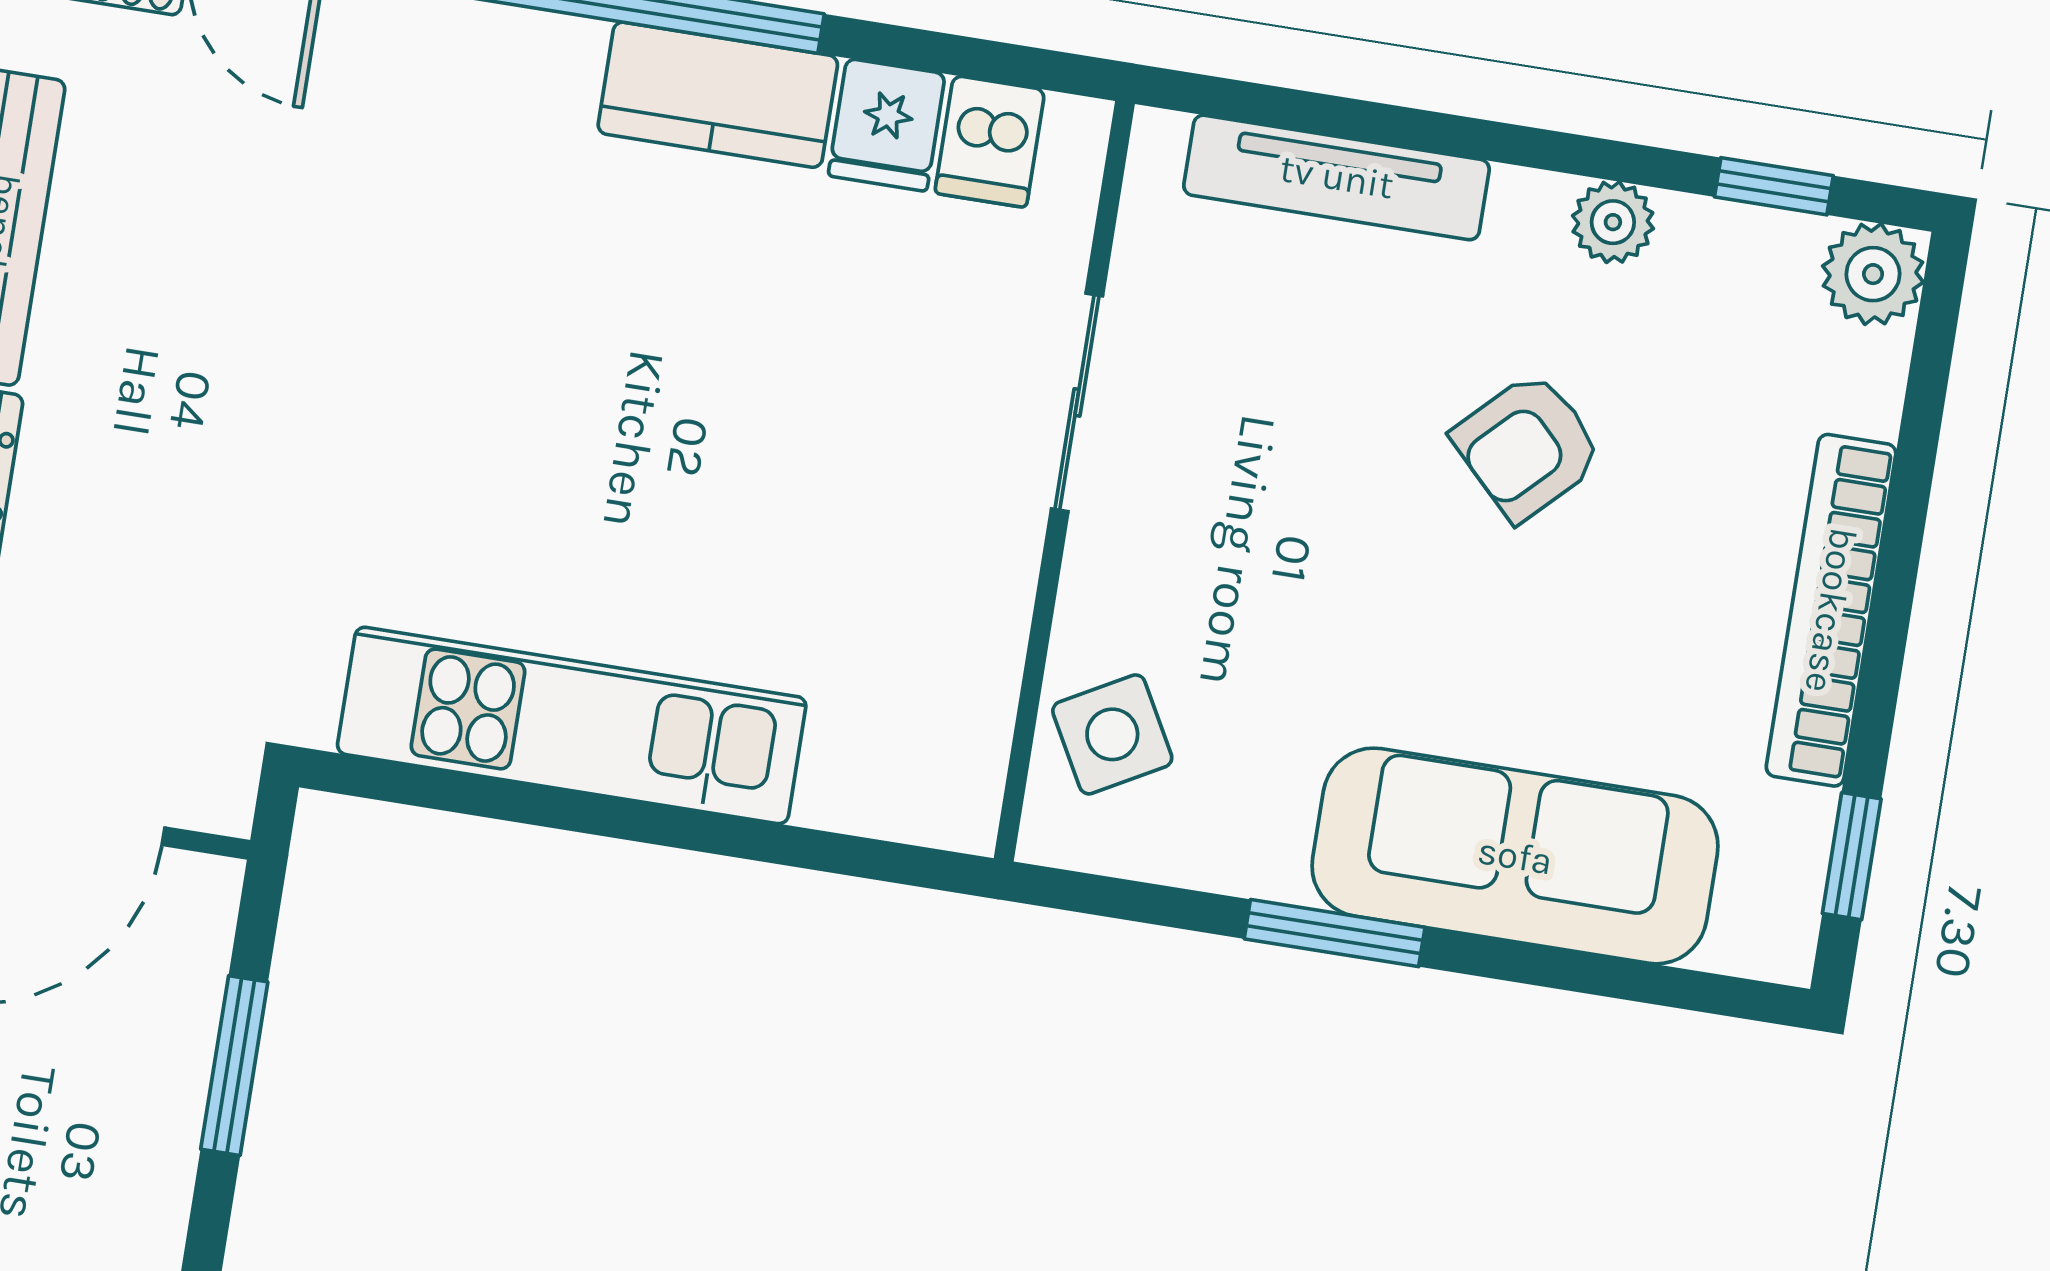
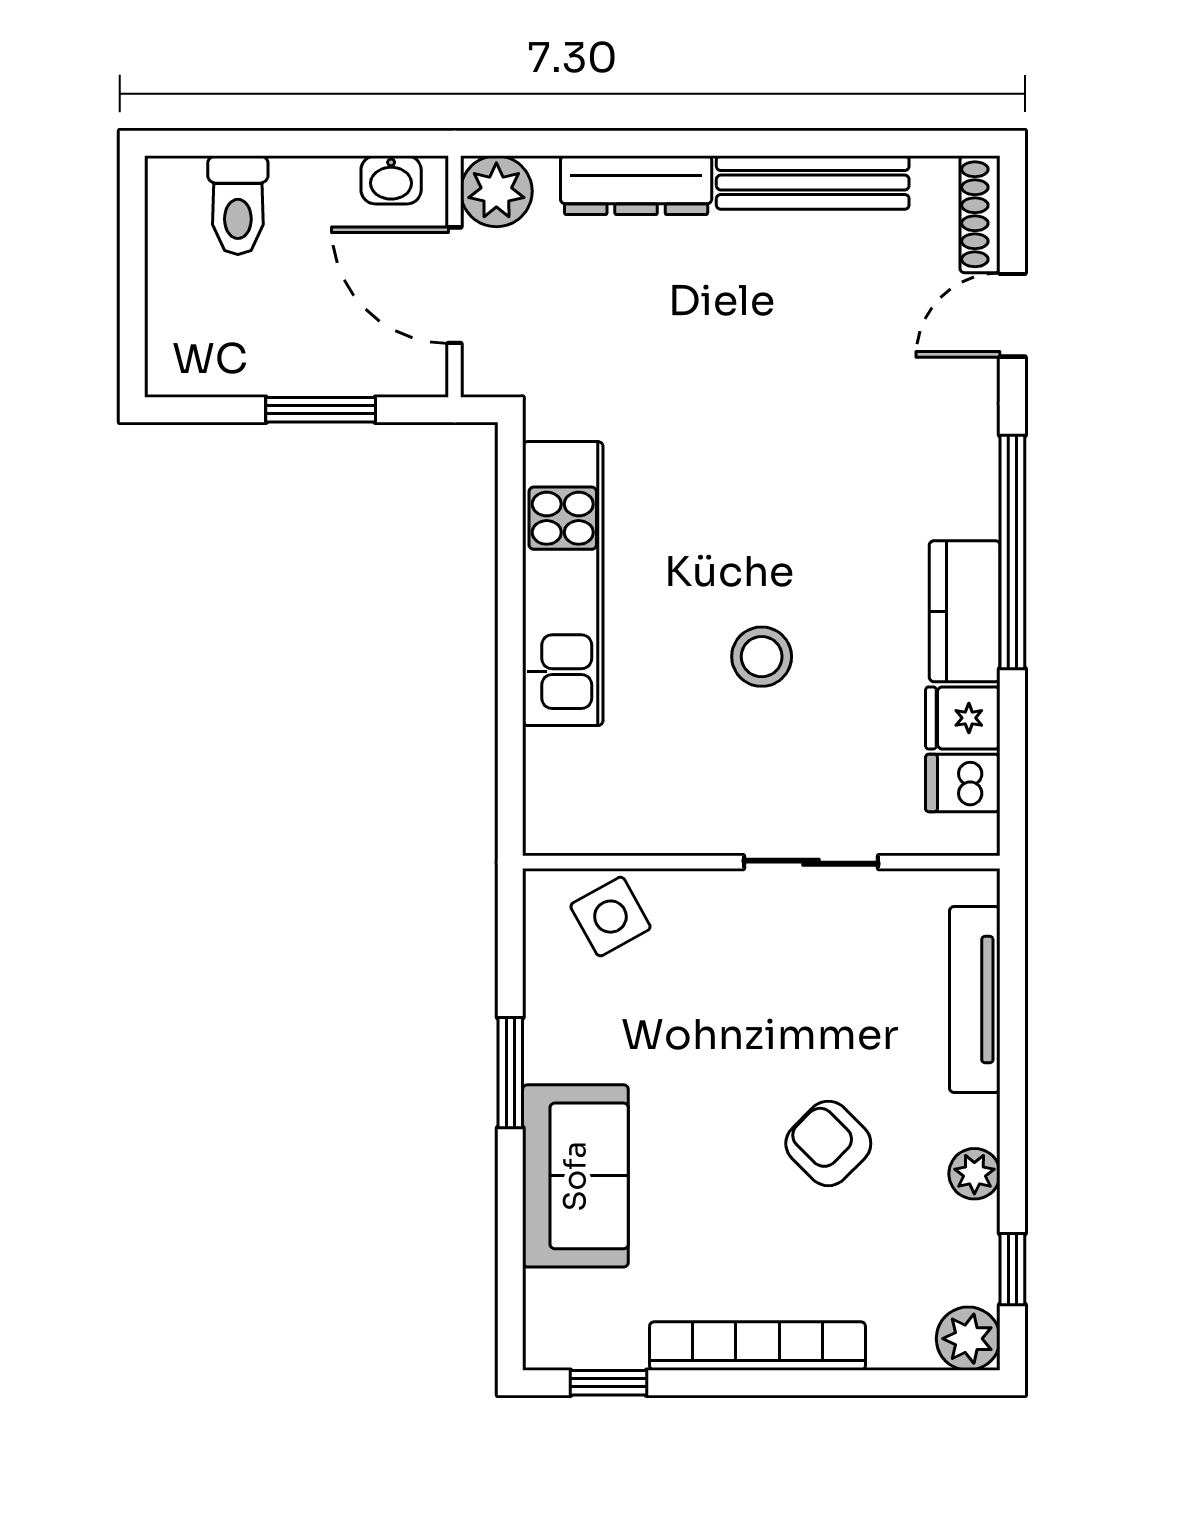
stool: (738, 429) -> (762, 657), added
sofa: (1515, 856) -> (575, 1176), width x0.73

